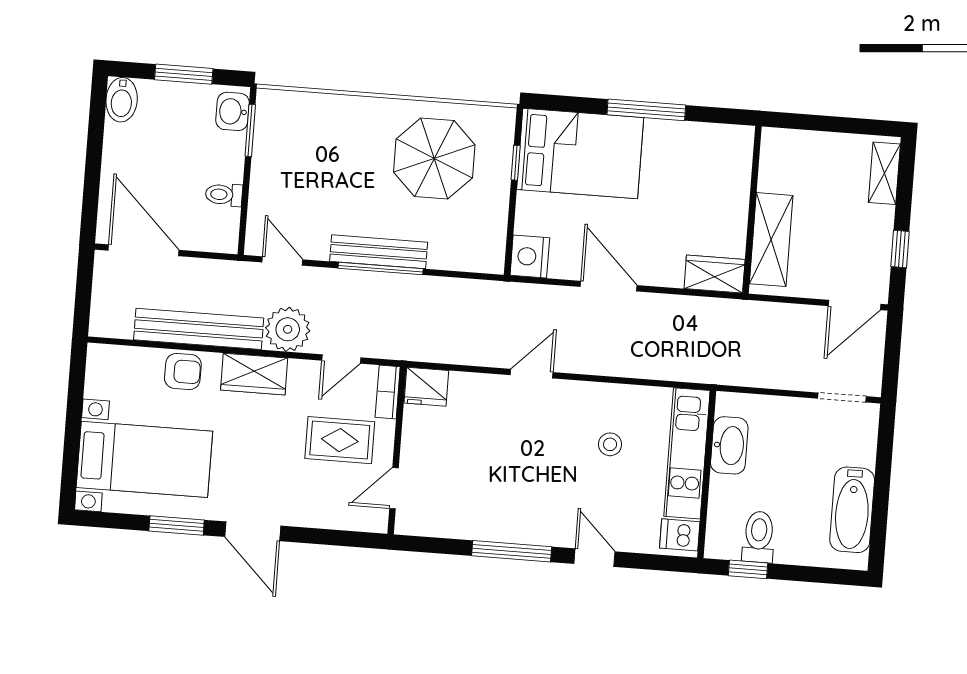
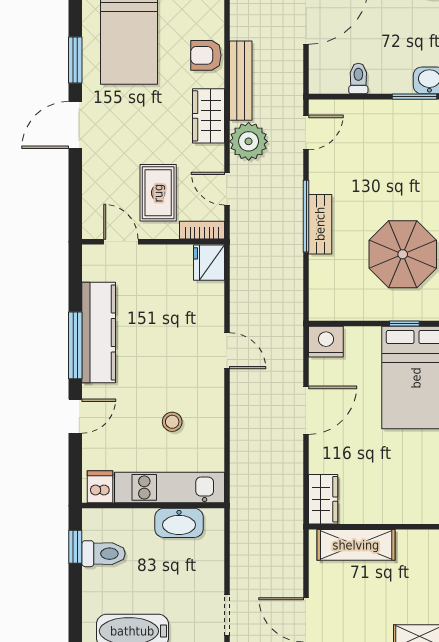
bench: (379, 252) -> (320, 224), width x0.73
bench: (199, 329) -> (241, 81), width x0.73, depth x0.82
armchair: (183, 372) -> (206, 55), turned 90
kitchen counter: (499, 523) -> (99, 332), added

